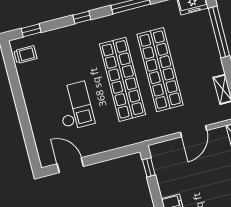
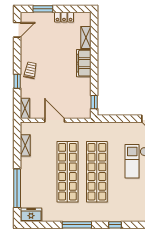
door: (194, 131) -> (55, 120), hinge flipped

